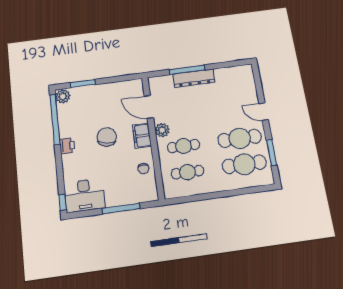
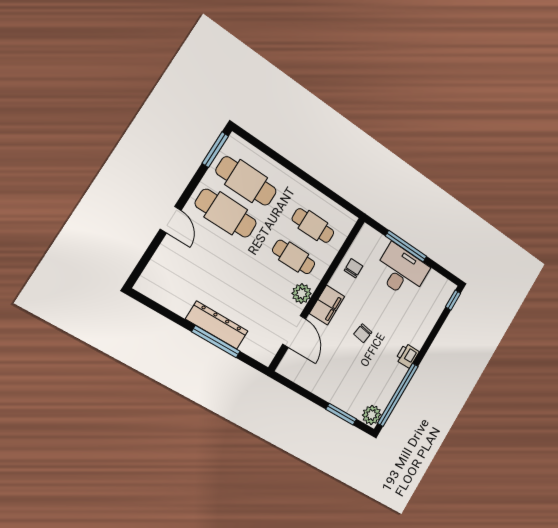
chair: (107, 137) -> (363, 333), width x0.54, depth x0.54
window: (272, 153) -> (215, 150), moved
desk: (84, 195) -> (401, 271), moved

